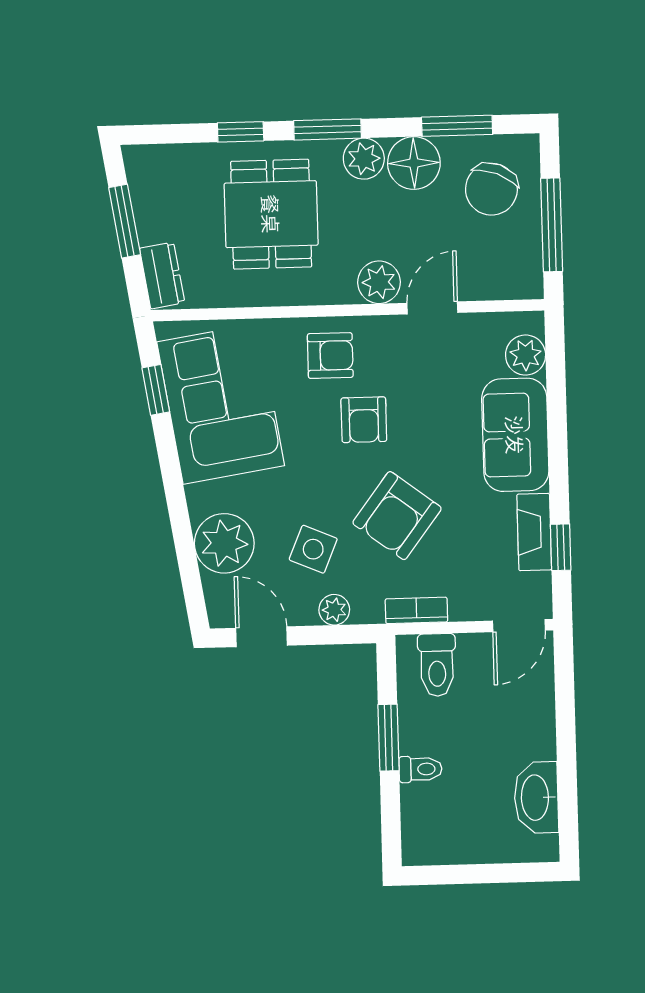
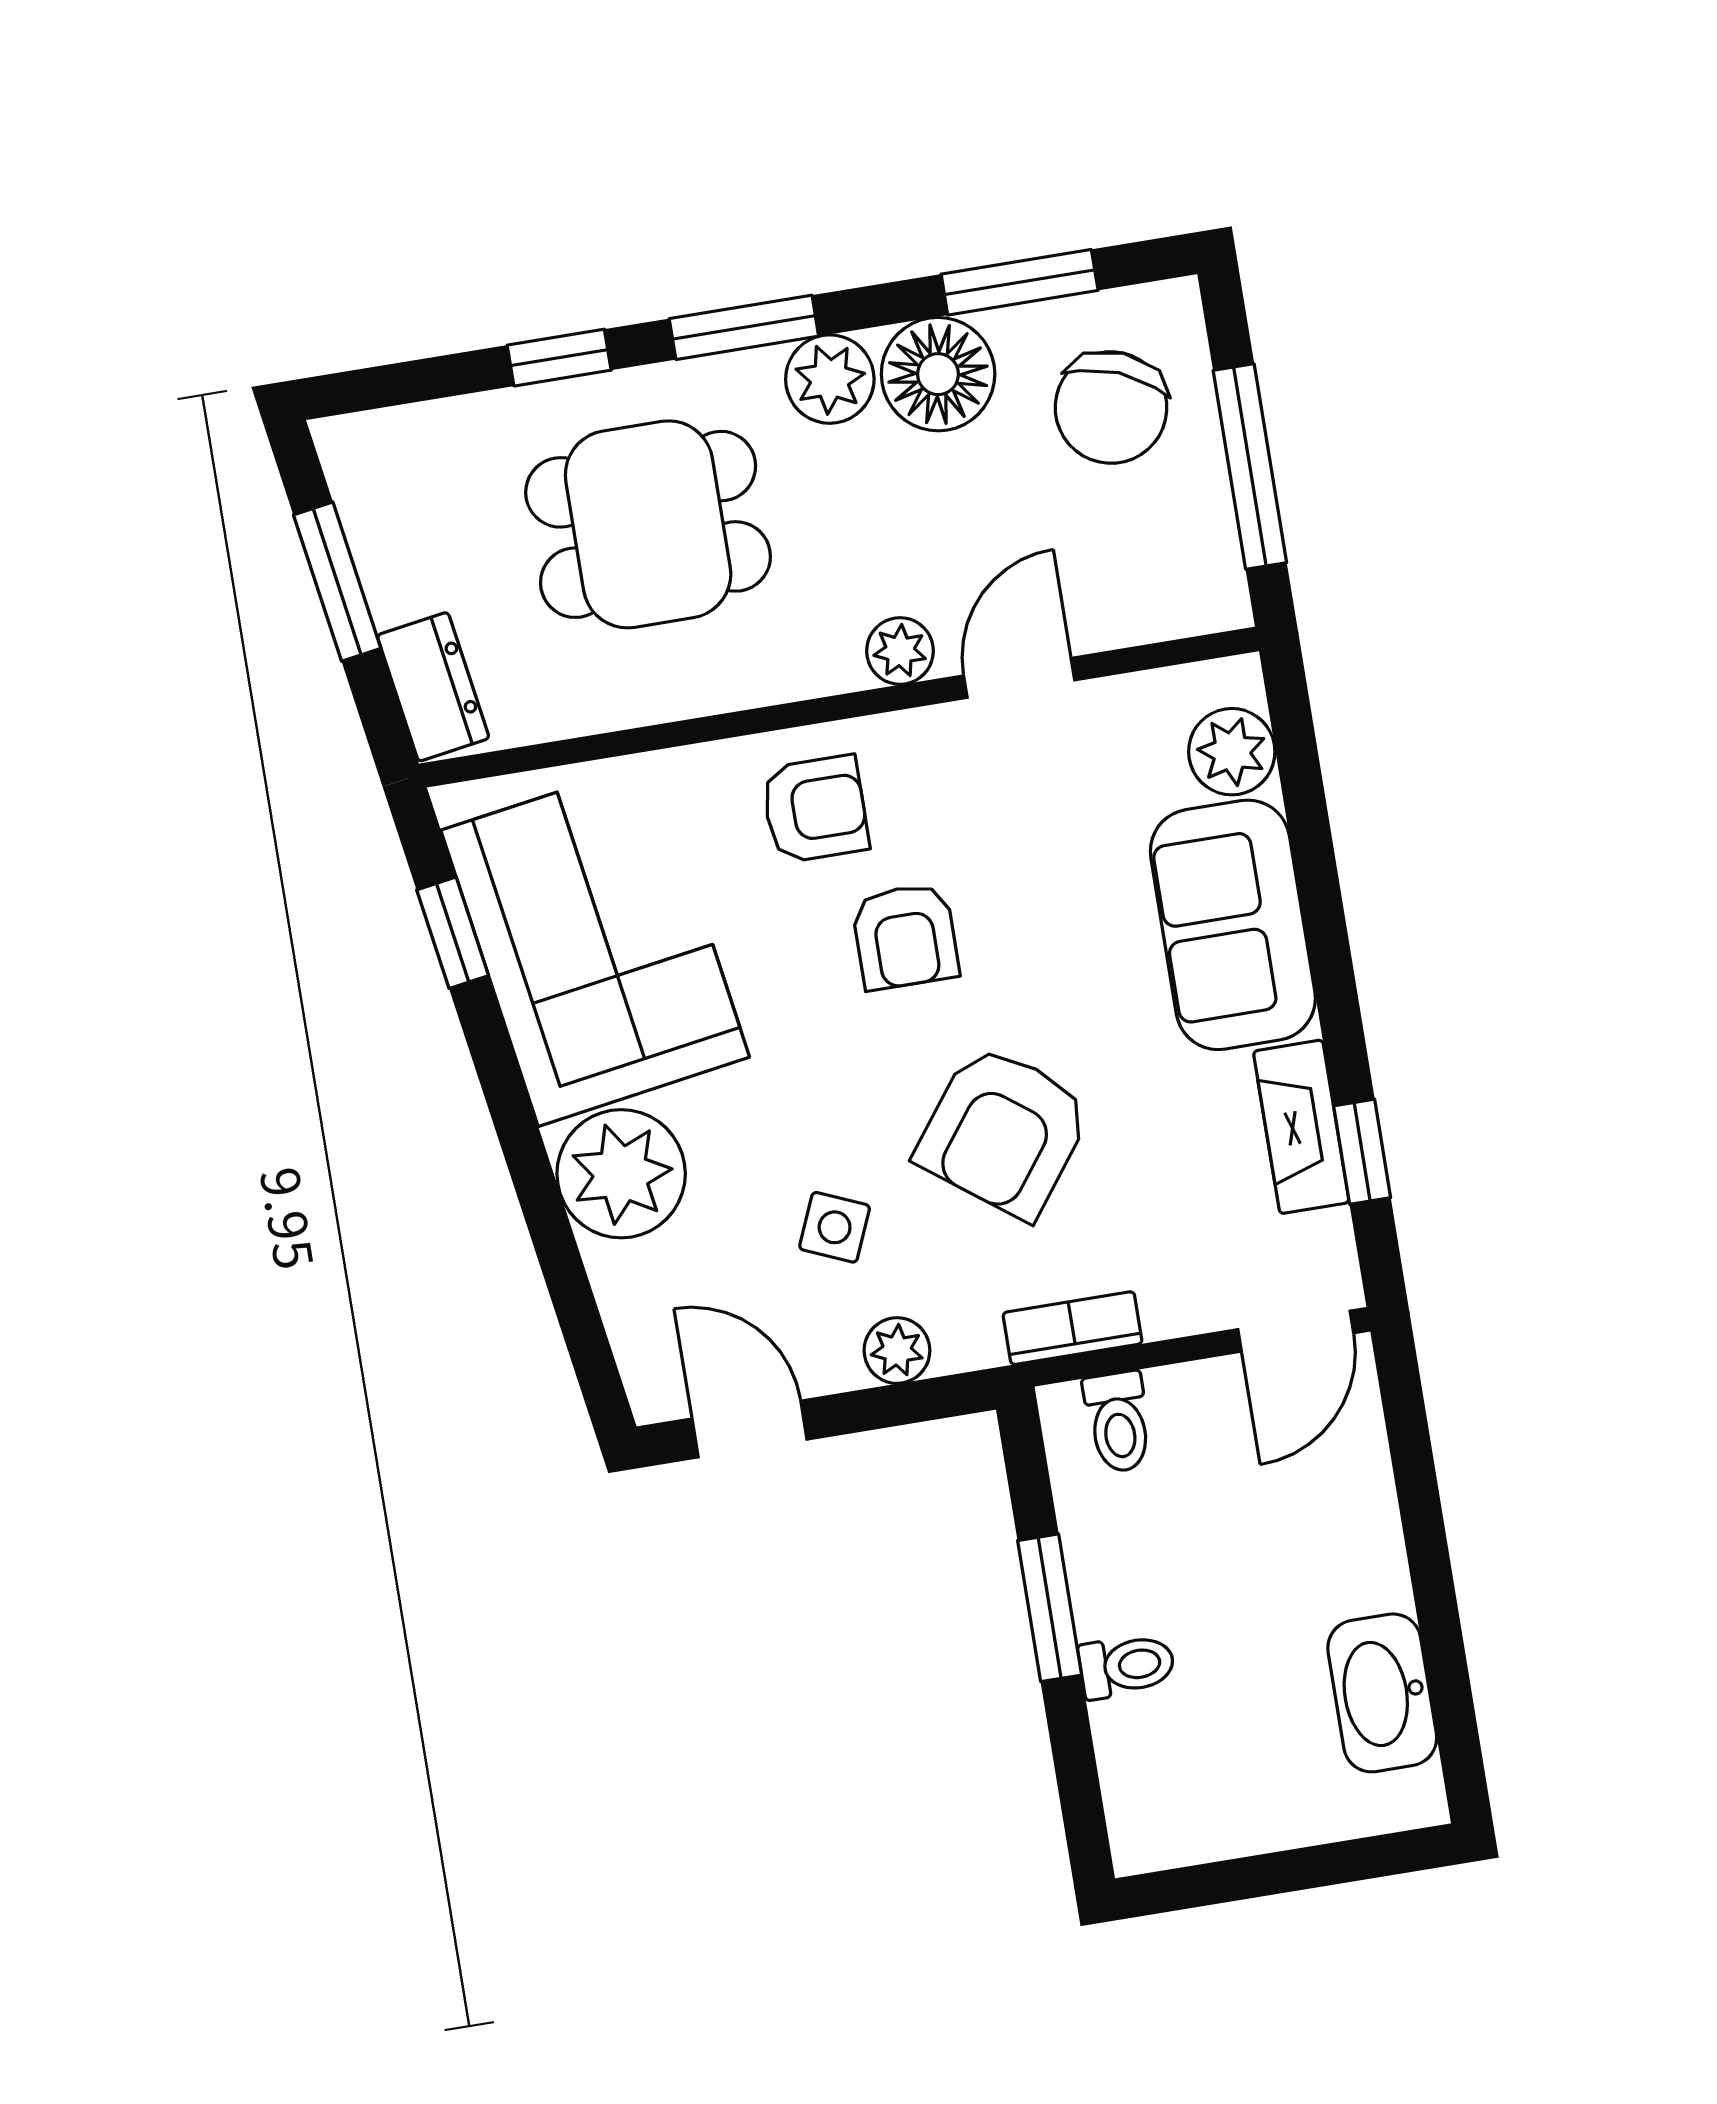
dining table: (271, 214) -> (648, 524), turned 90
plant: (379, 282) -> (900, 651), width x0.73, depth x0.73
plant: (224, 543) -> (621, 1174), moved
side table: (313, 549) -> (835, 1227), width x0.73, depth x0.73
toilet: (437, 665) -> (1118, 1422), width x0.73, depth x0.72

